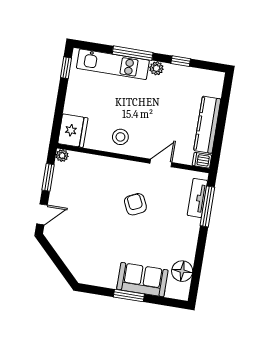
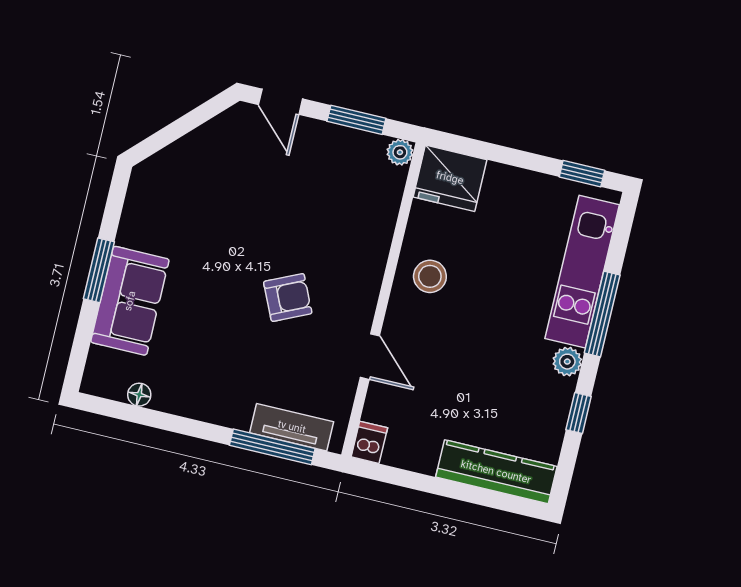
kitchen counter: (207, 125) -> (496, 472), moved
floor lamp: (182, 271) -> (139, 395), width x0.53, depth x0.53

